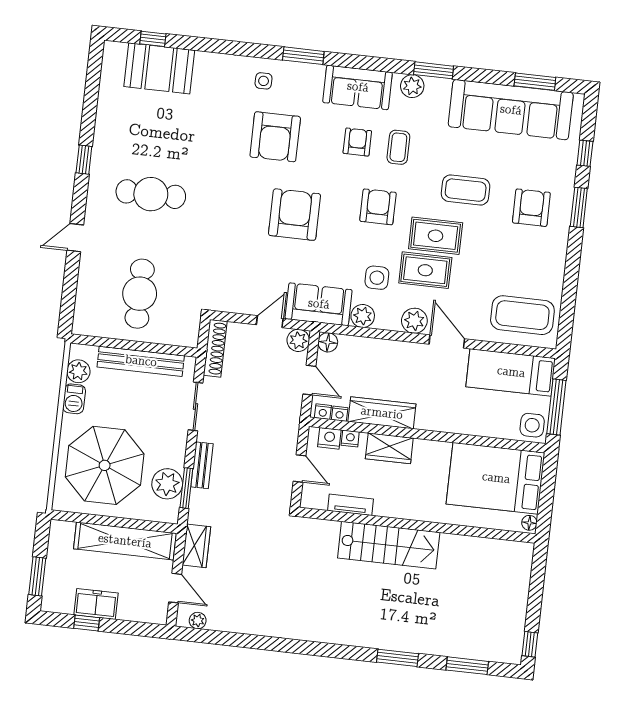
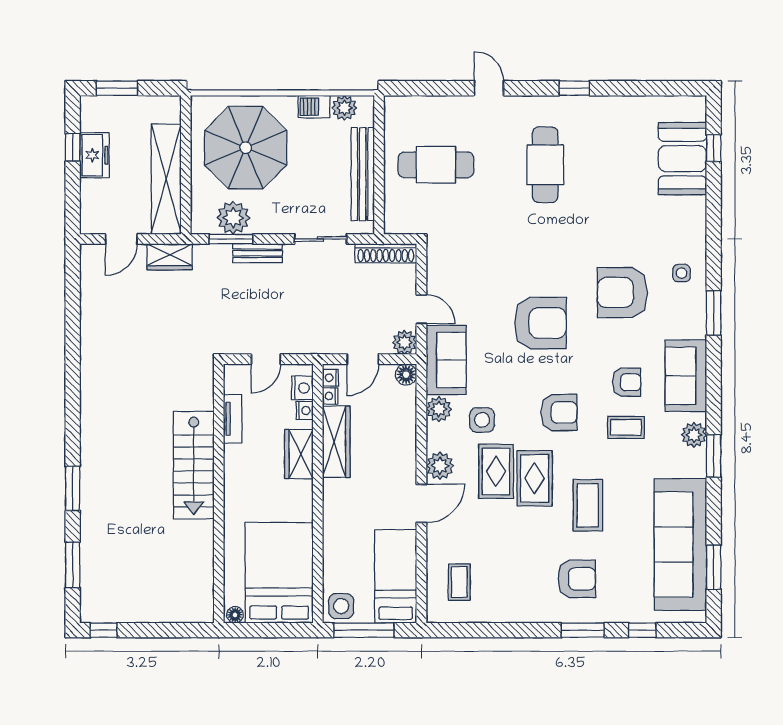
coffee table: (522, 315) -> (459, 582), width x0.54, depth x0.58
plant: (198, 621) -> (89, 267), removed

